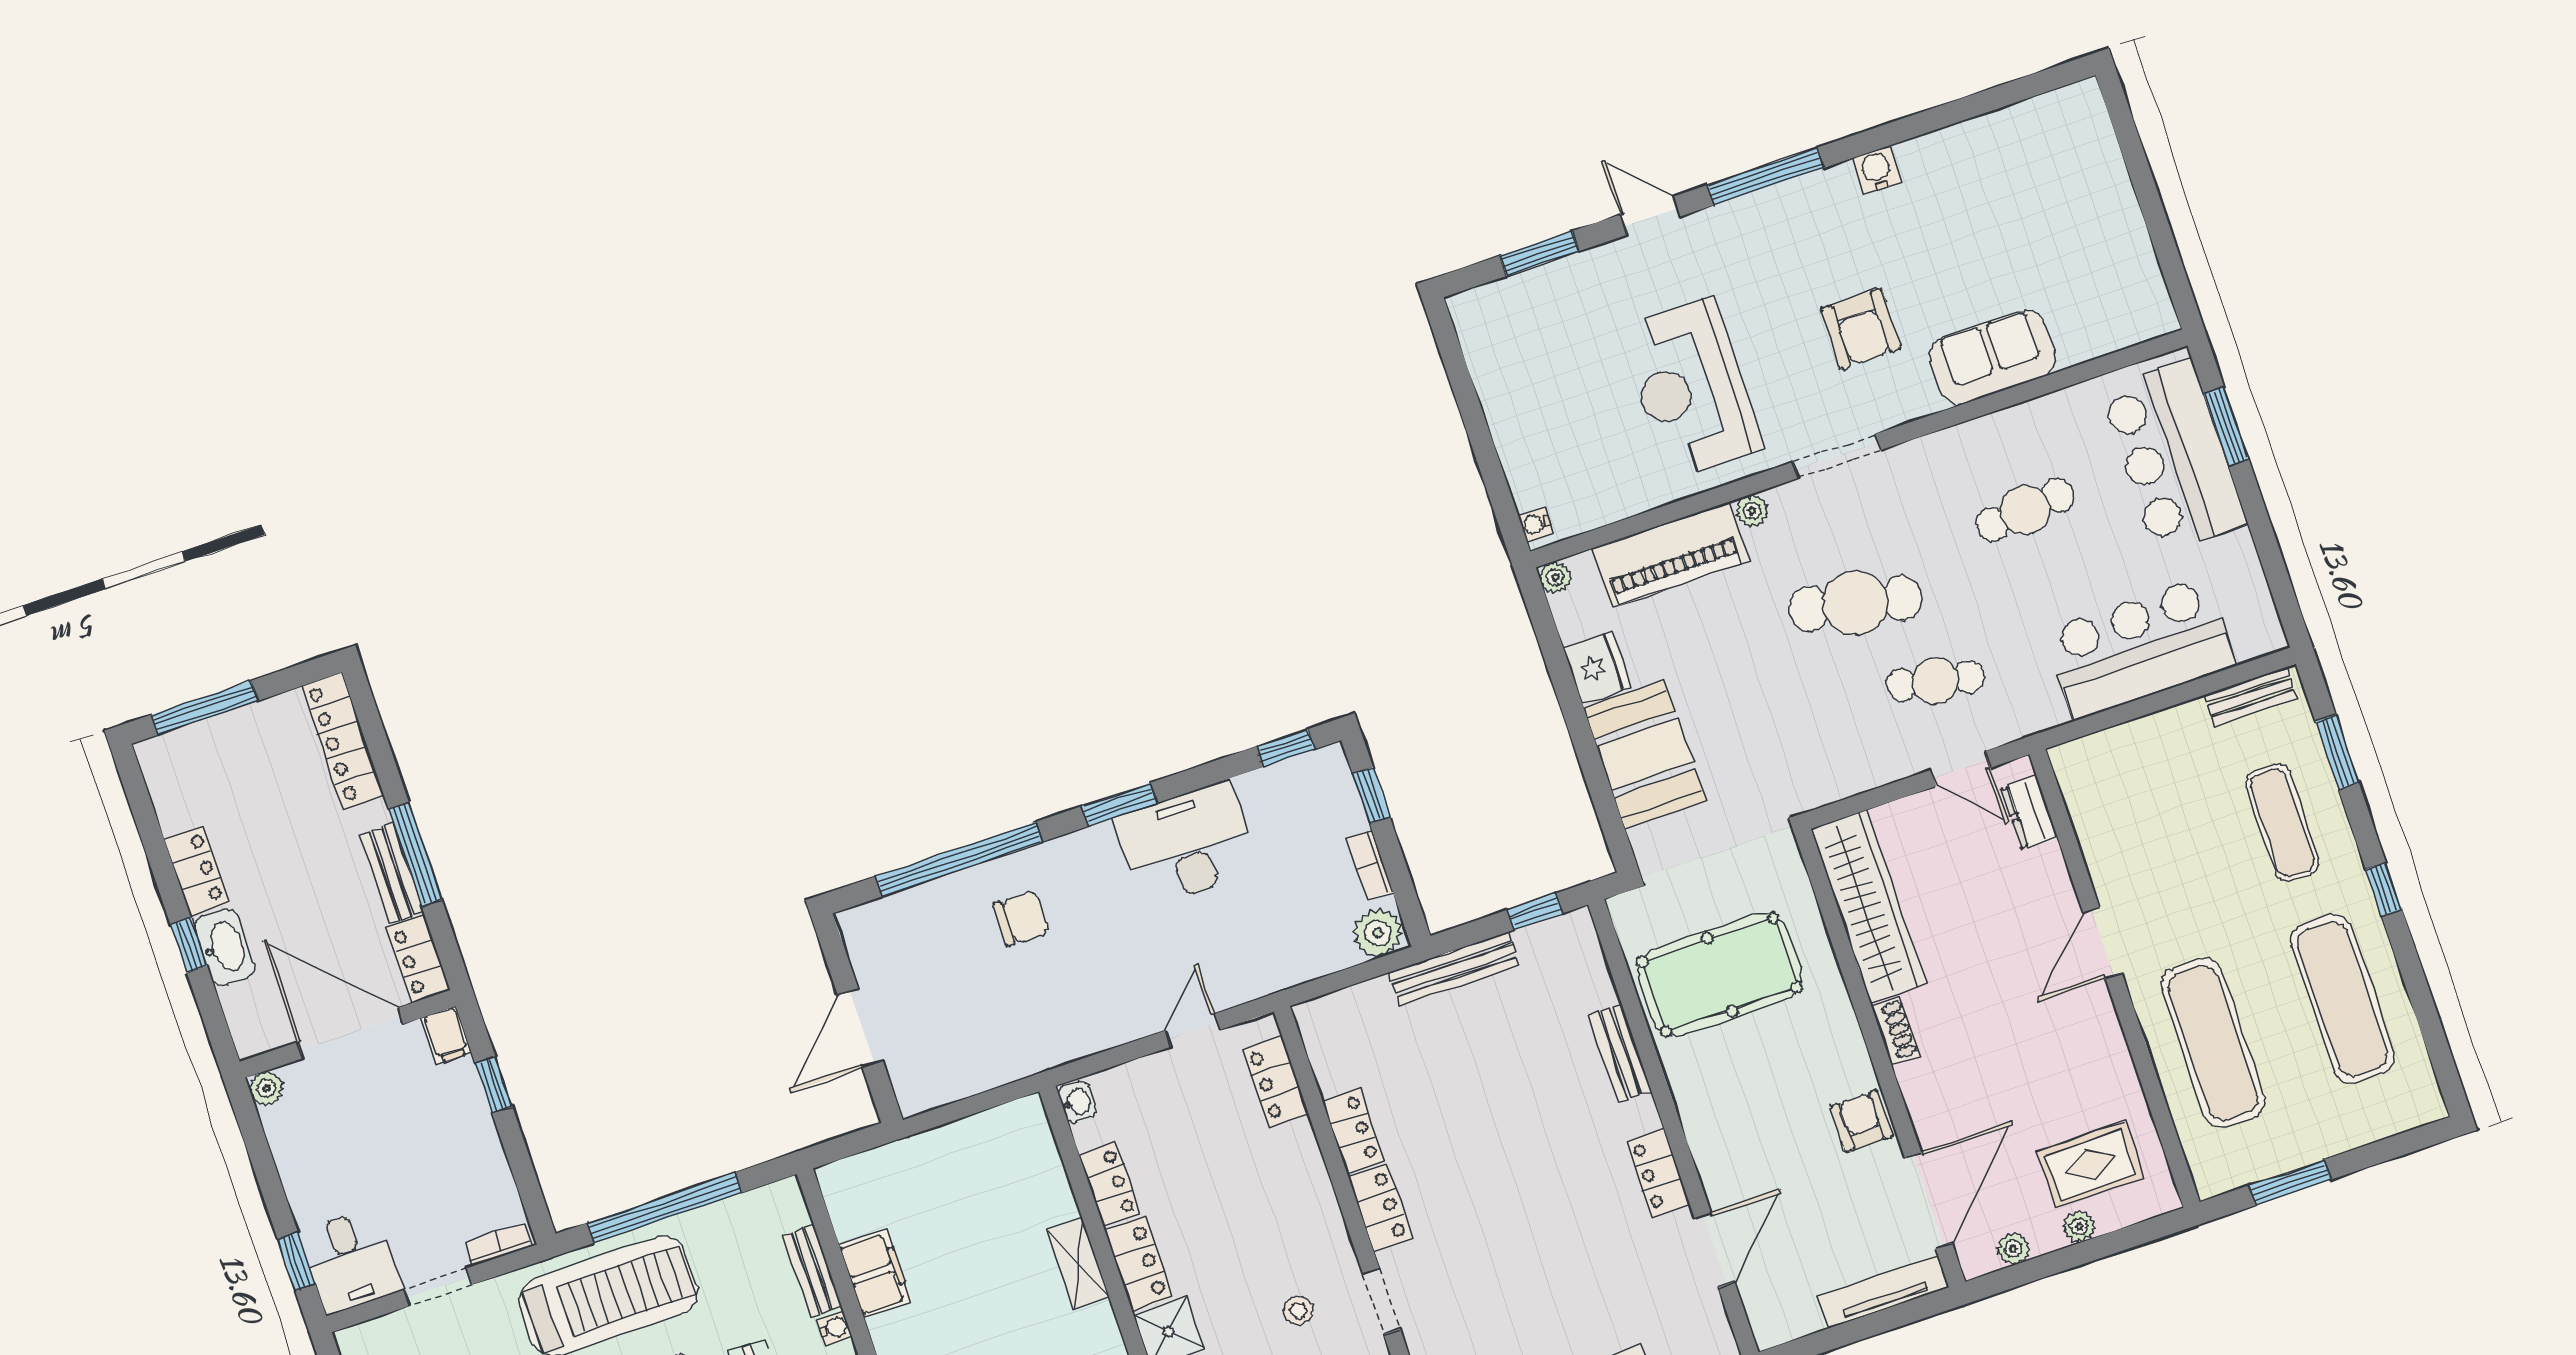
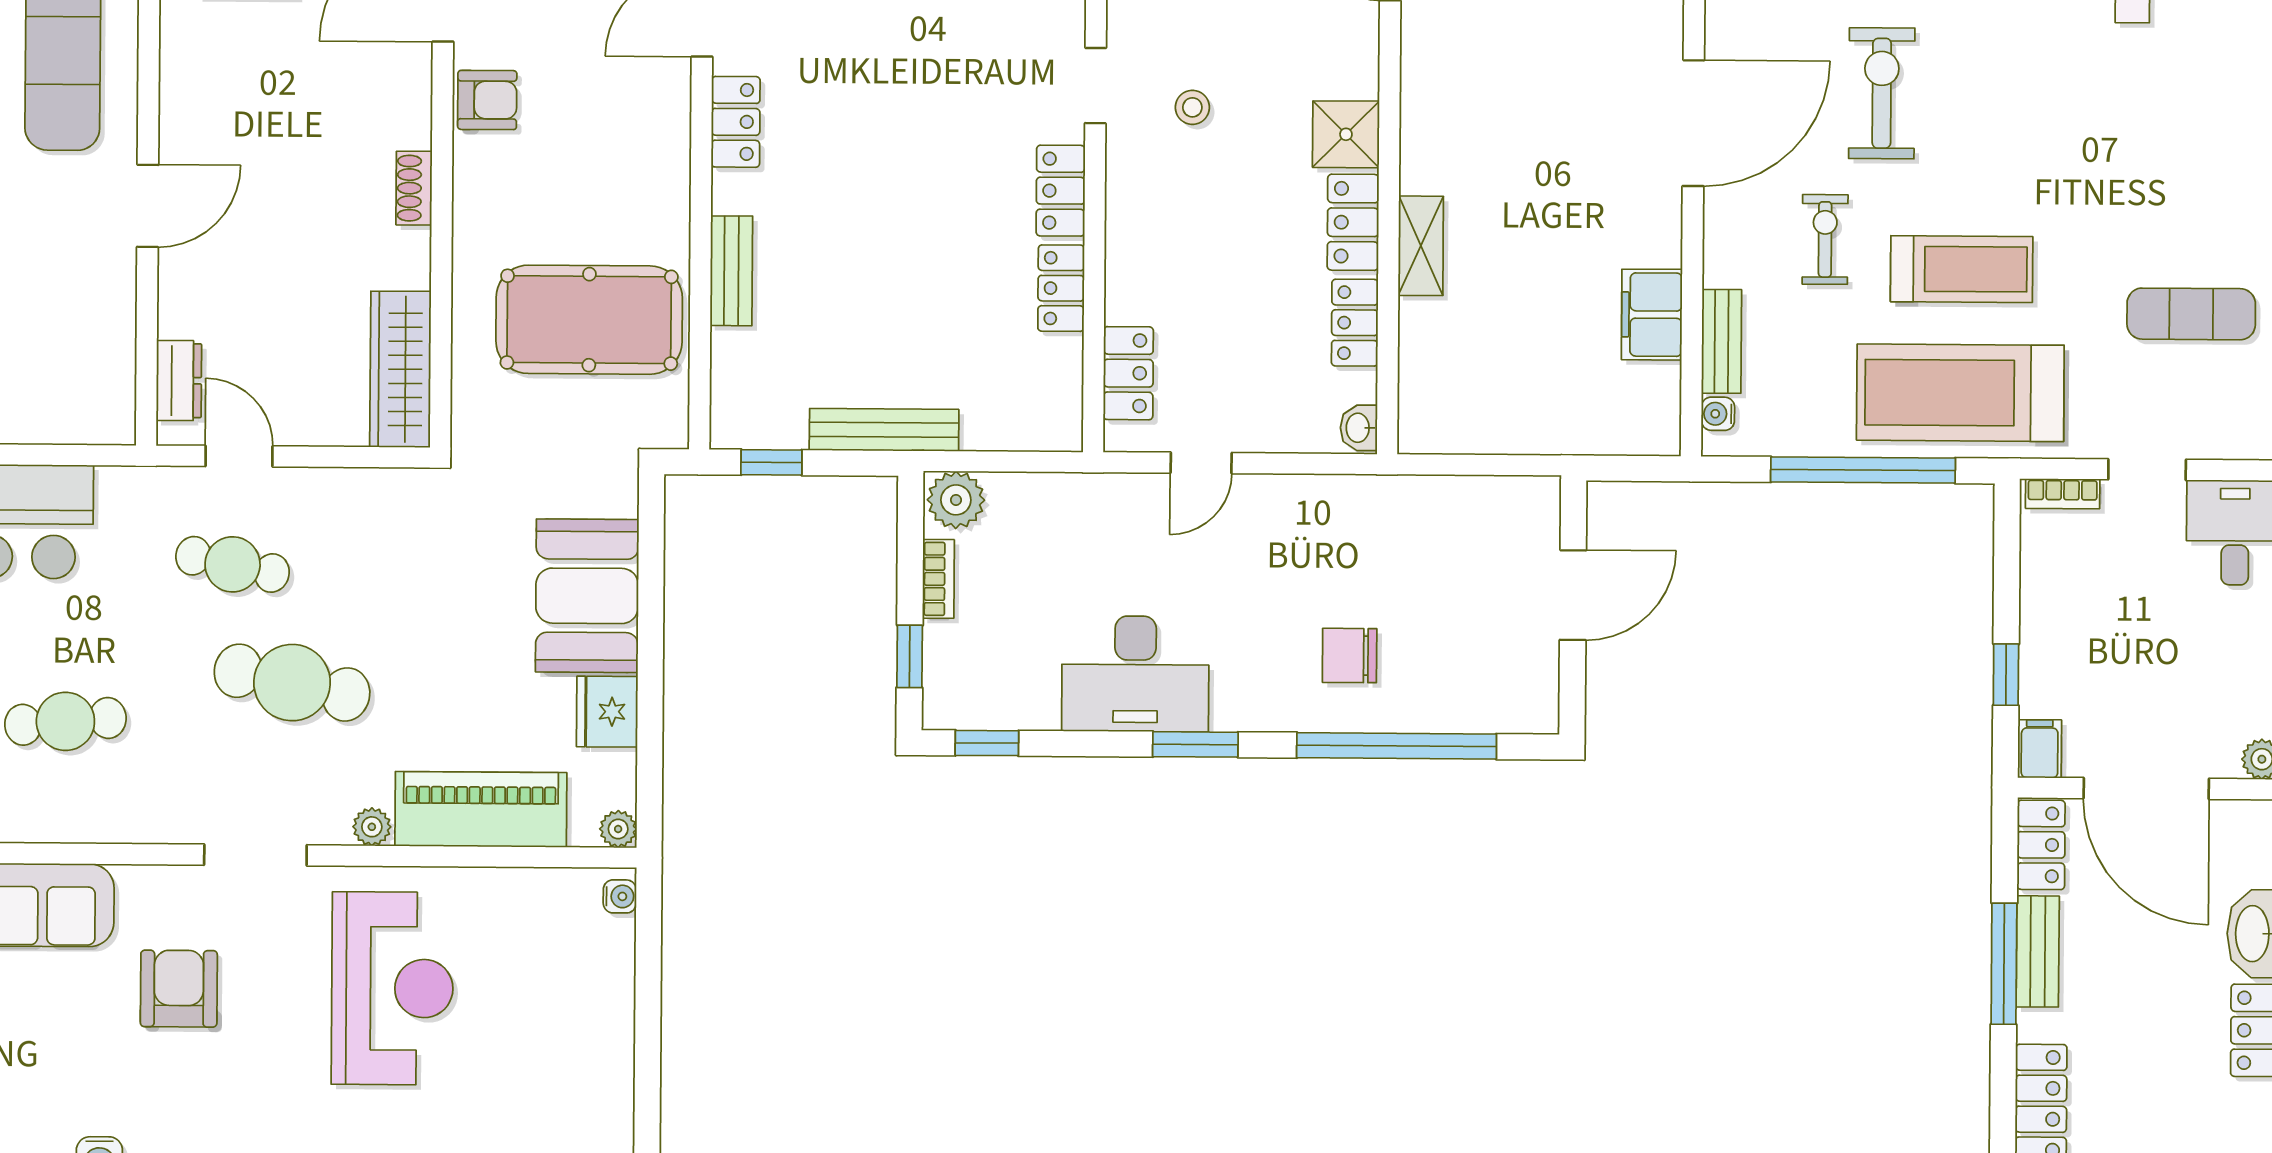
wardrobe: (1869, 906) -> (400, 369), width x0.71, depth x0.85
armchair: (1862, 1121) -> (487, 100), turned -90
water cooler: (835, 1328) -> (1718, 414), moved

